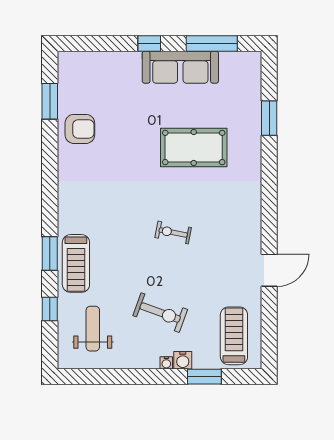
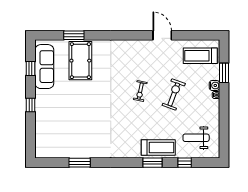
window: (212, 43) -> (31, 69), width x0.46
sofa: (180, 67) -> (44, 67), moved
window: (50, 101) -> (80, 163), moved
armchair: (80, 129) -> (80, 145), removed
pool table: (194, 147) -> (80, 61), moved
exercise bike: (160, 313) -> (174, 94), moved

